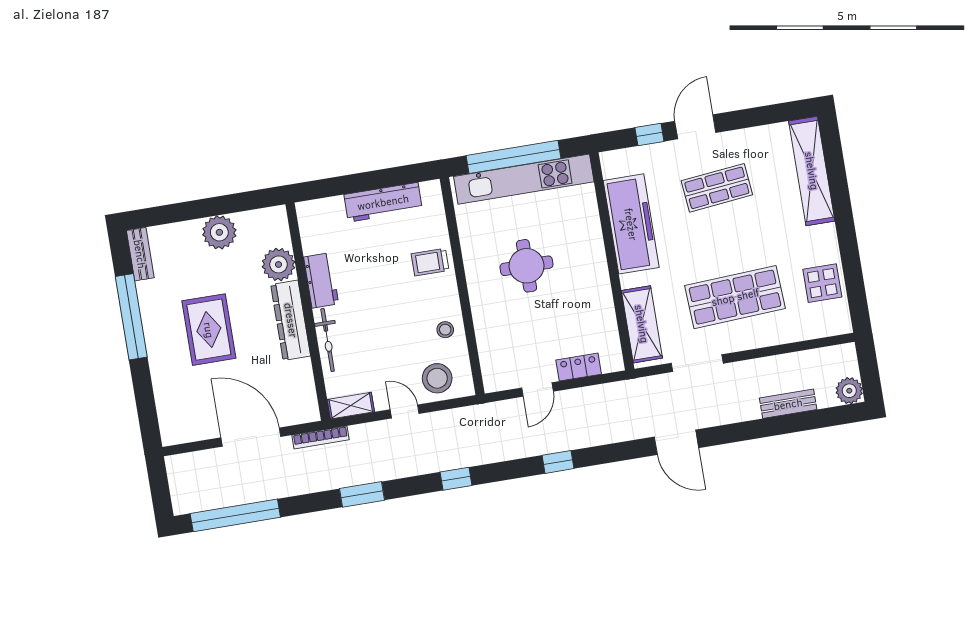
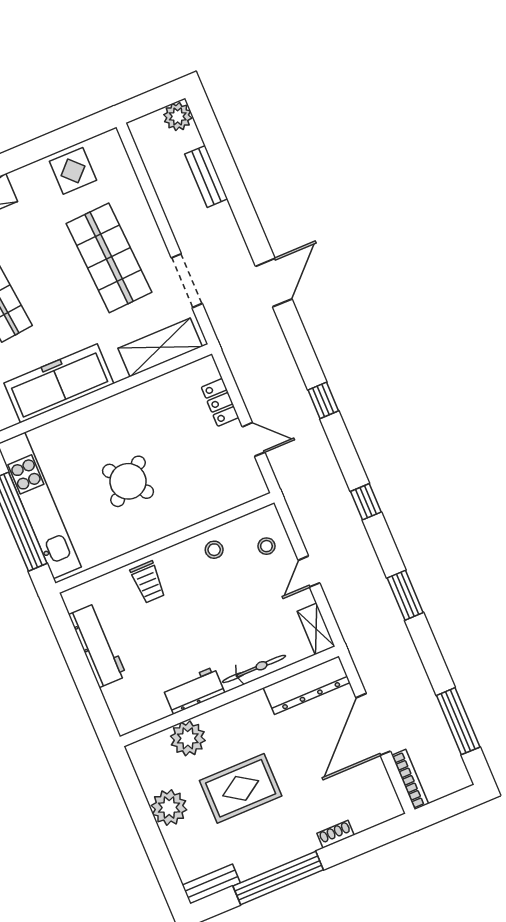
round table: (527, 266) -> (128, 481), turned -38
dresser: (291, 320) -> (307, 685), moved
rug: (209, 330) -> (241, 788), moved
stool: (437, 378) -> (266, 546), width x0.53, depth x0.53
shoe rack: (159, 379) -> (335, 834), added
bookcase: (321, 437) -> (410, 780), moved
window: (235, 515) -> (458, 721), width x0.68

